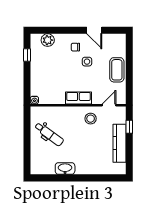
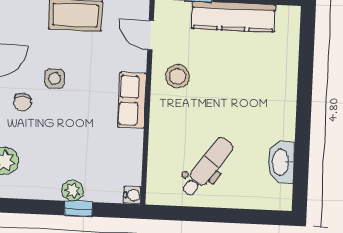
window: (27, 55) -> (78, 209), moved
plant: (35, 72) -> (73, 191), added
washbasin: (65, 168) -> (281, 162), moved

